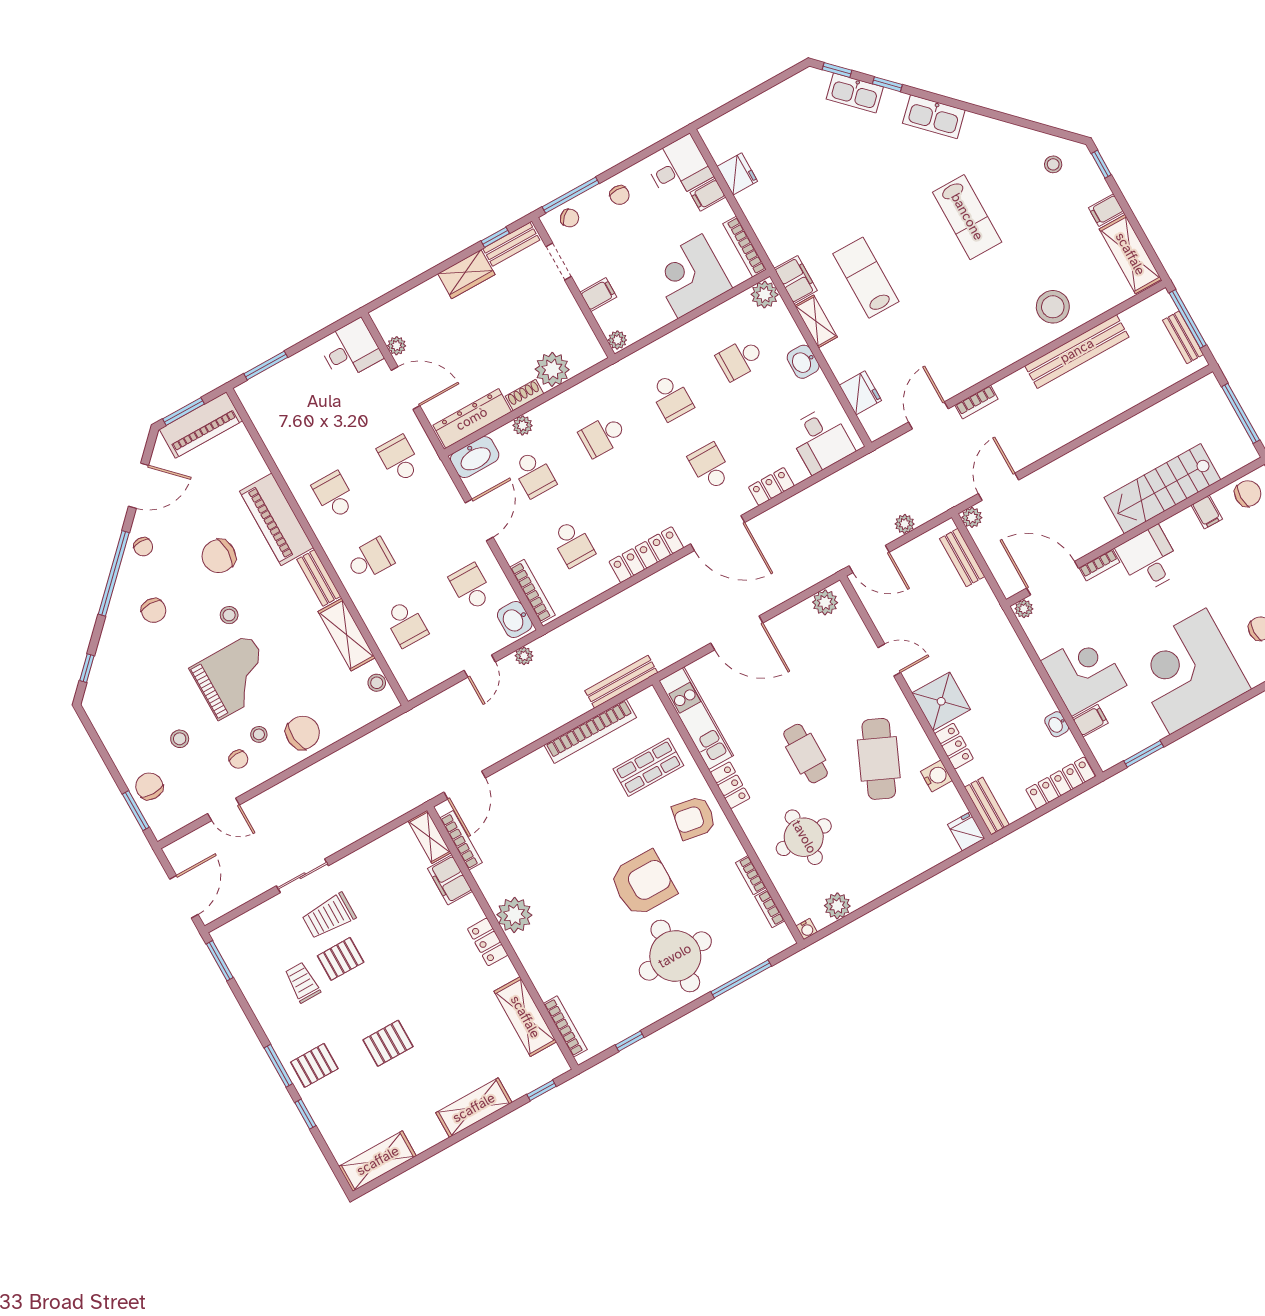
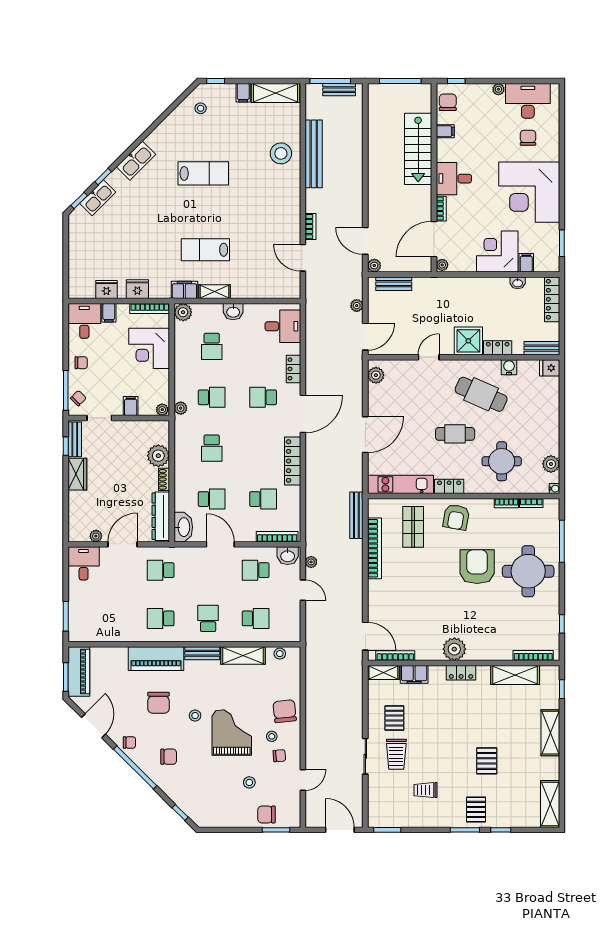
fridge: (860, 393) -> (137, 289), moved
plant: (523, 425) -> (181, 408), moved
pallet: (341, 959) -> (394, 718), moved

